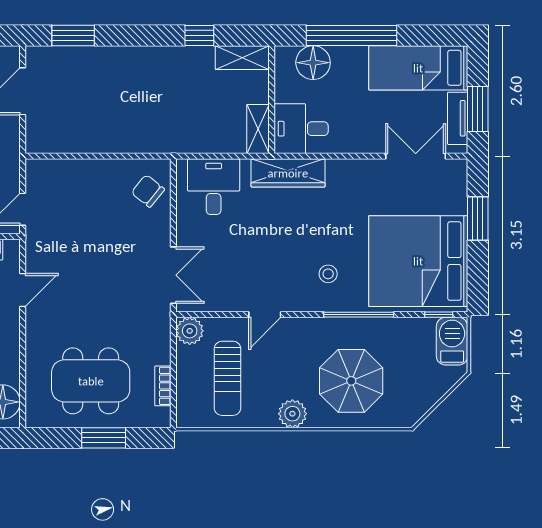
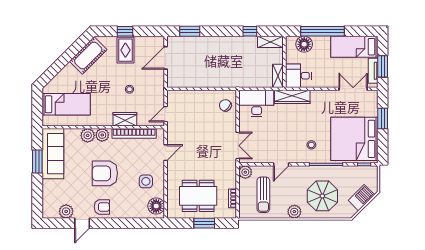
desk: (214, 187) -> (257, 103), width x1.37
barbecue: (452, 341) -> (361, 198), moved, turned 45

